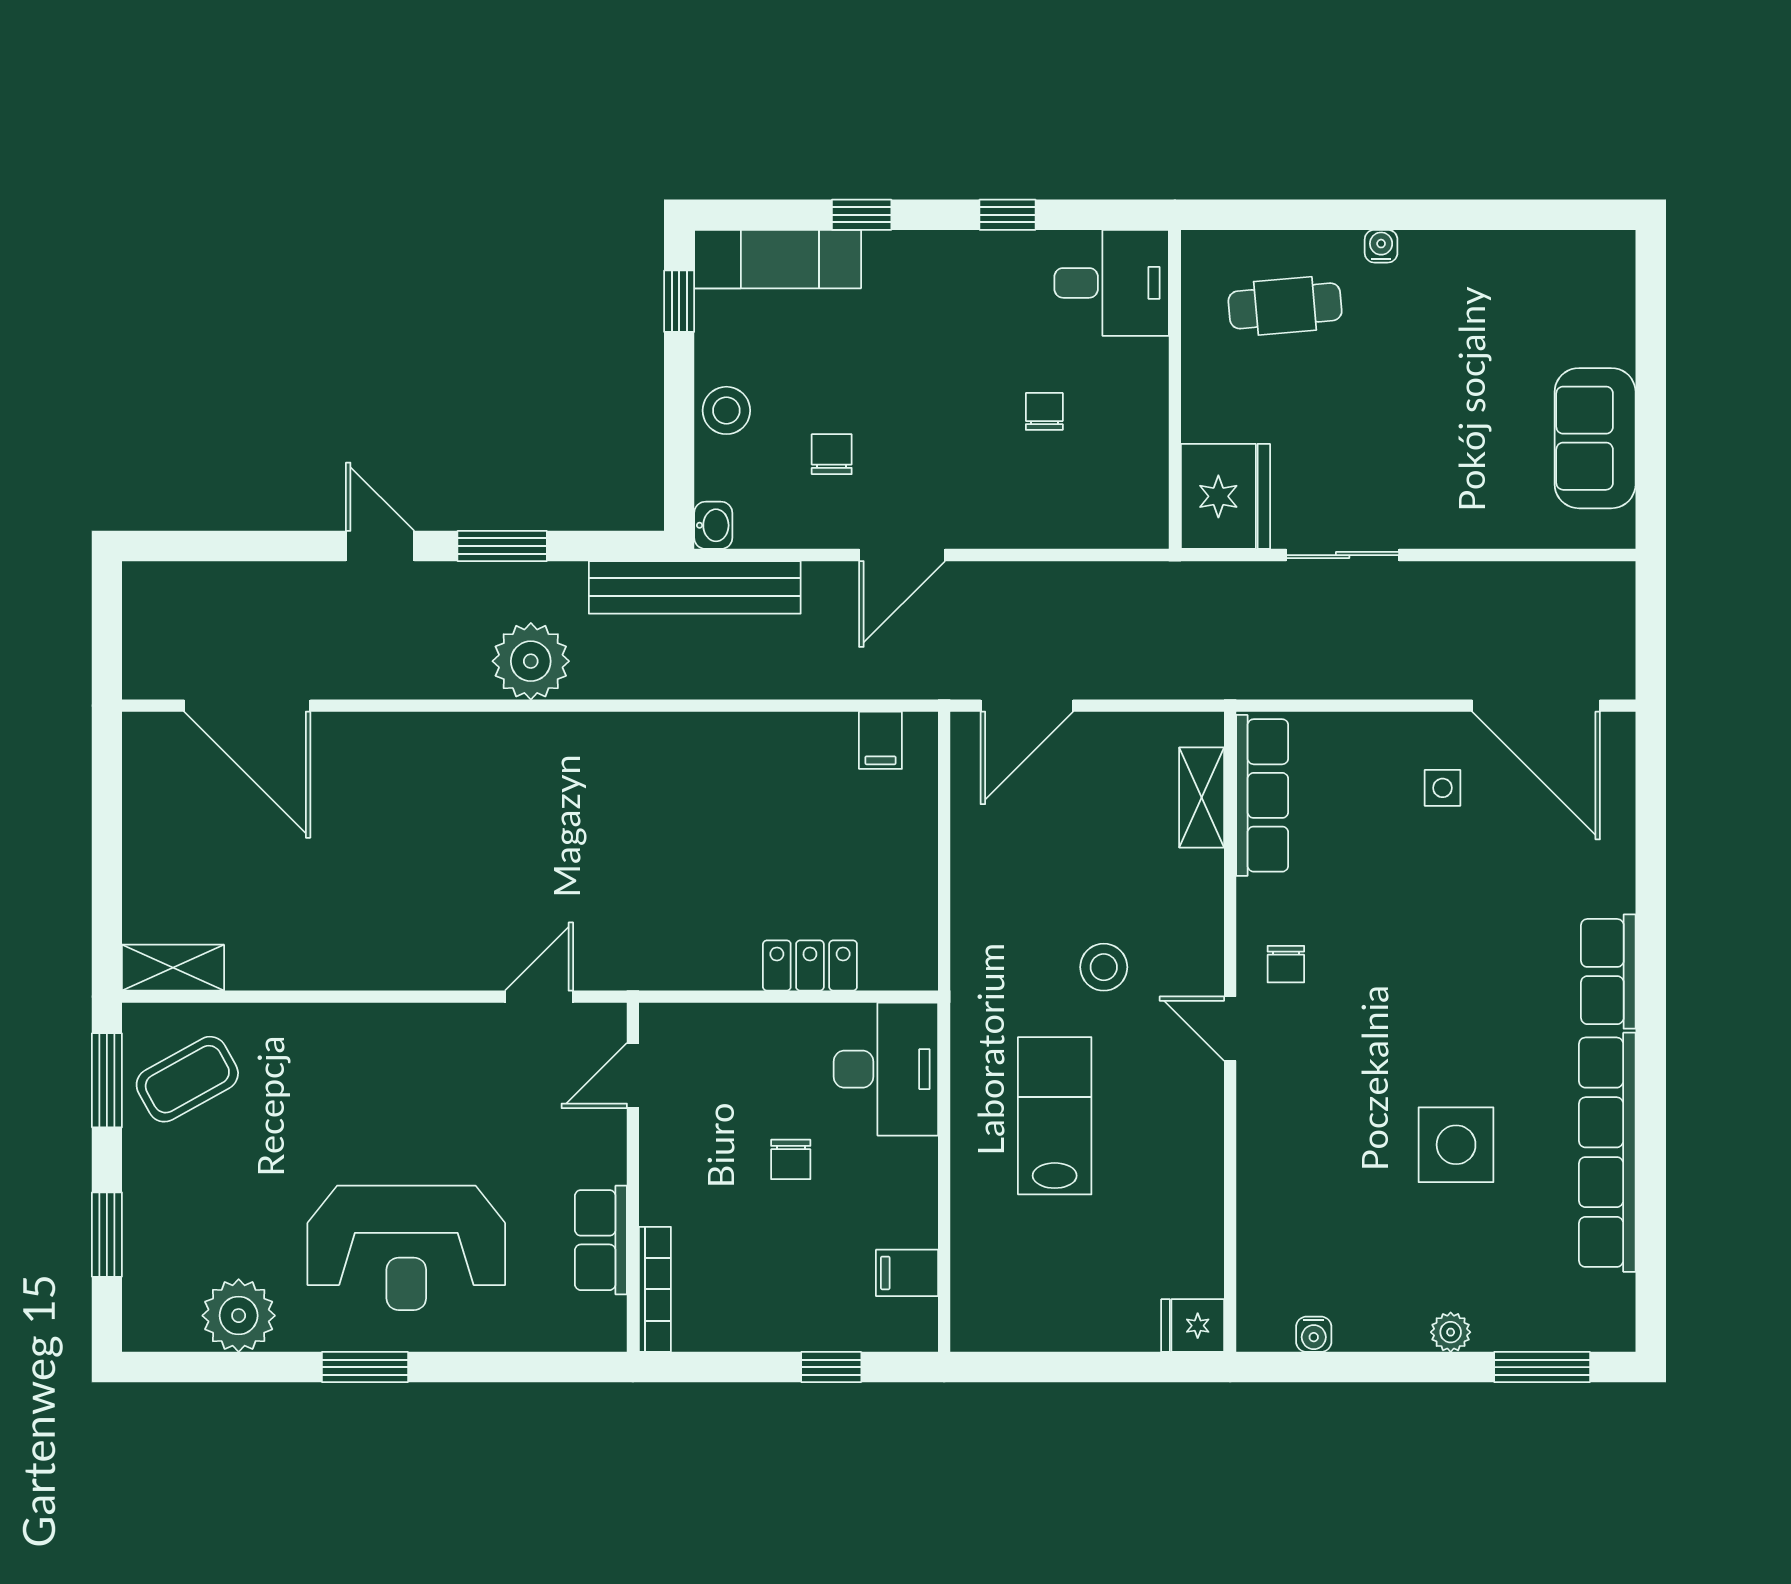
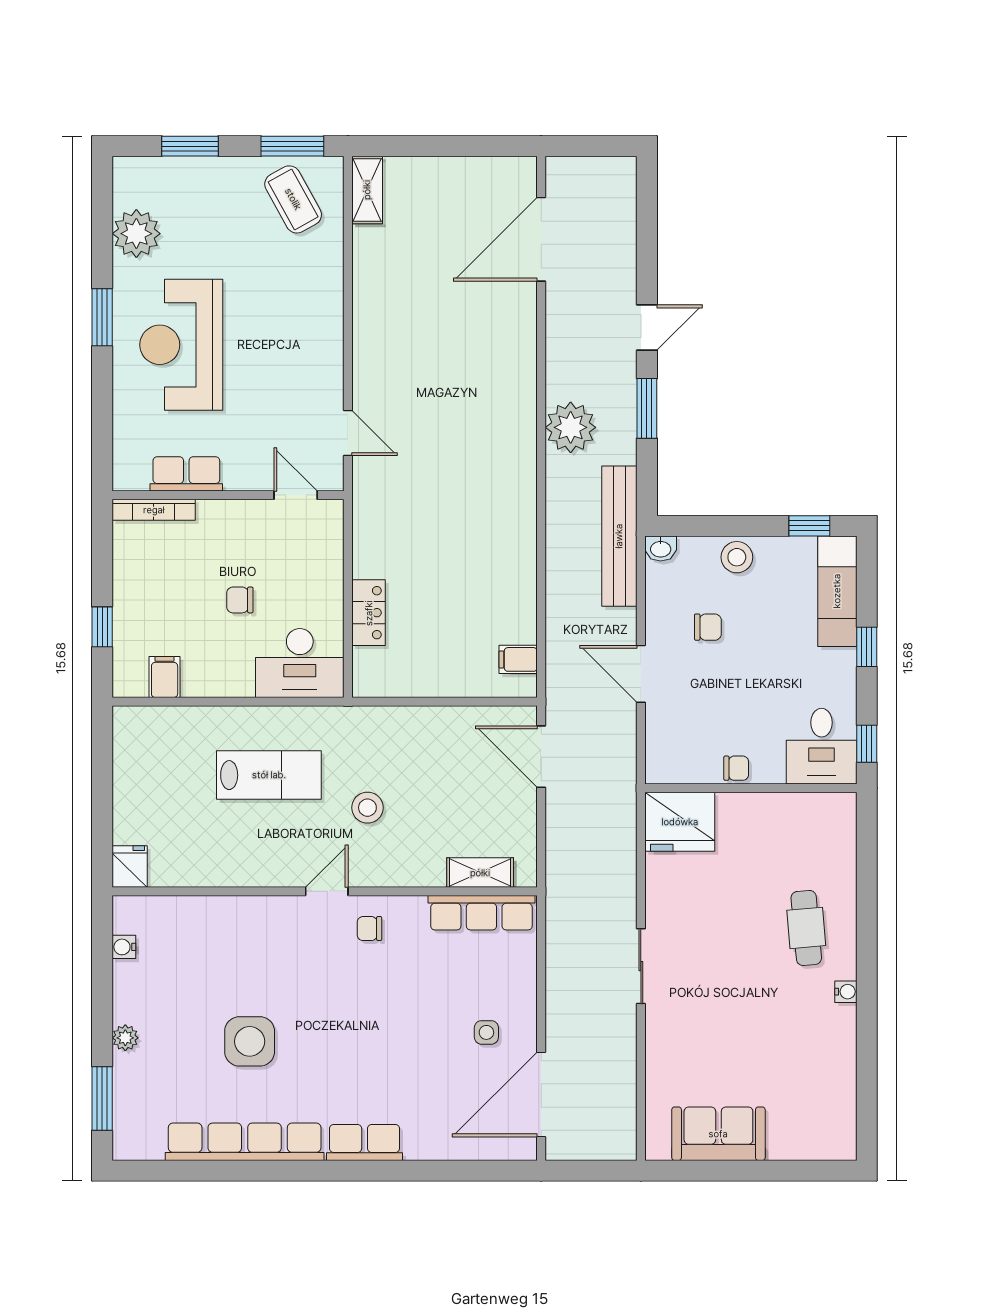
desk: (1112, 283) -> (822, 746), moved
wall: (1175, 389) -> (751, 788), moved
fridge: (1225, 496) -> (680, 822), moved

